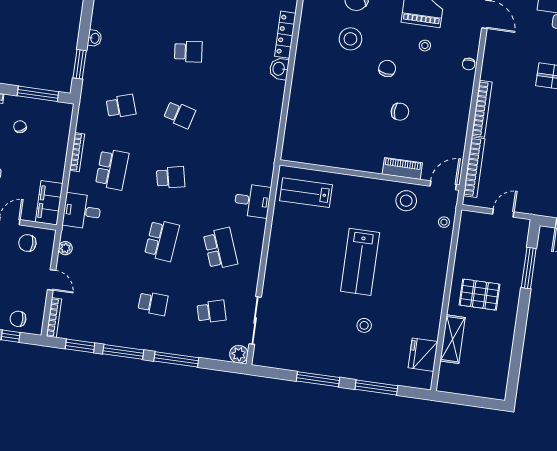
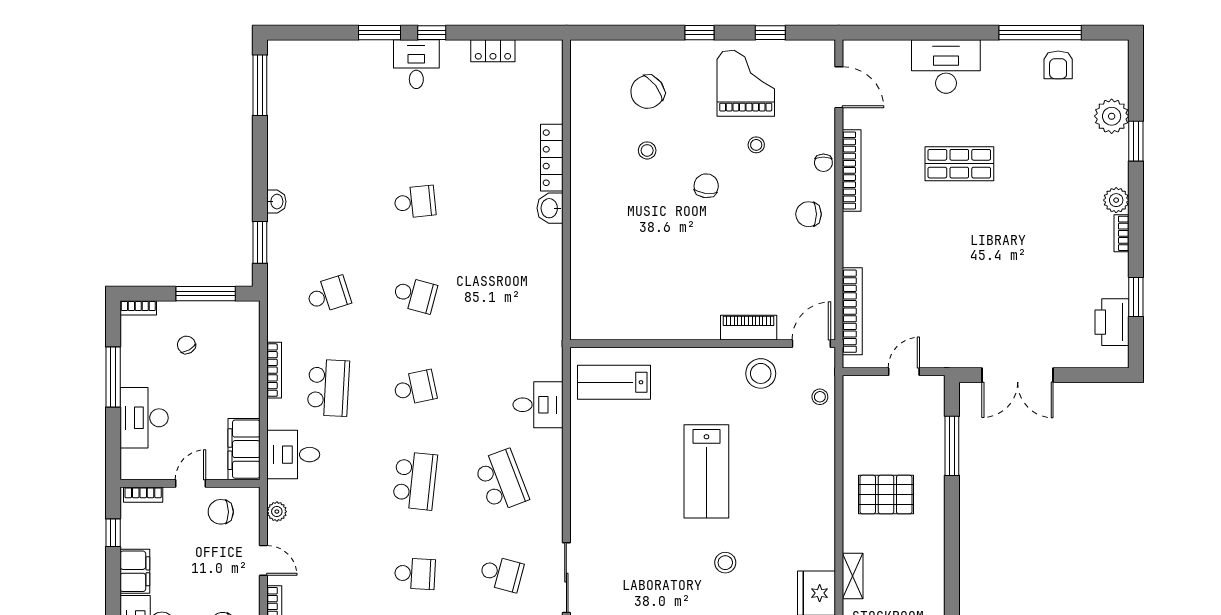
stool: (350, 39) -> (647, 150), width x0.53, depth x0.53
bookcase: (482, 109) -> (852, 170), moved
chair: (400, 112) -> (809, 214), moved, turned 180
school desk: (212, 312) -> (501, 574), turned 30
shelving: (453, 339) -> (853, 576), width x0.67, depth x0.75

